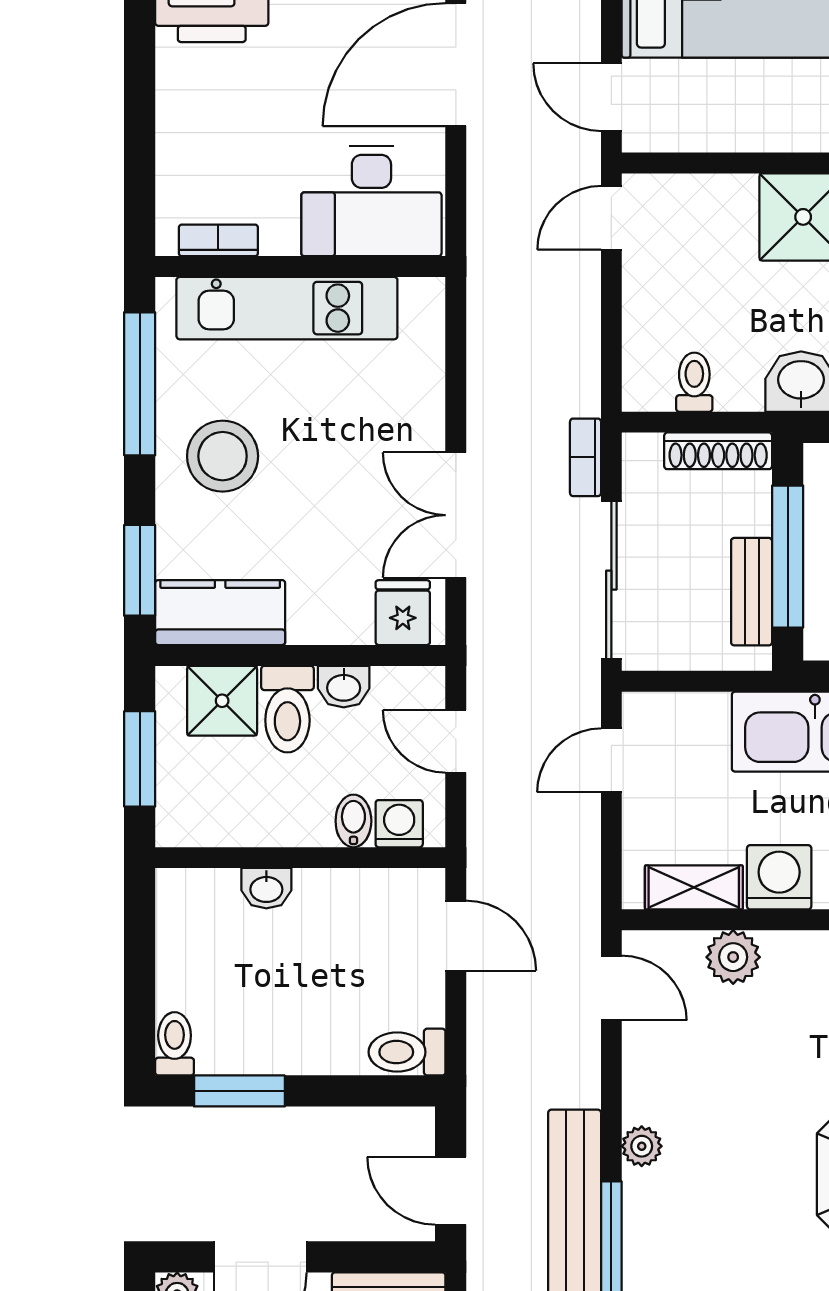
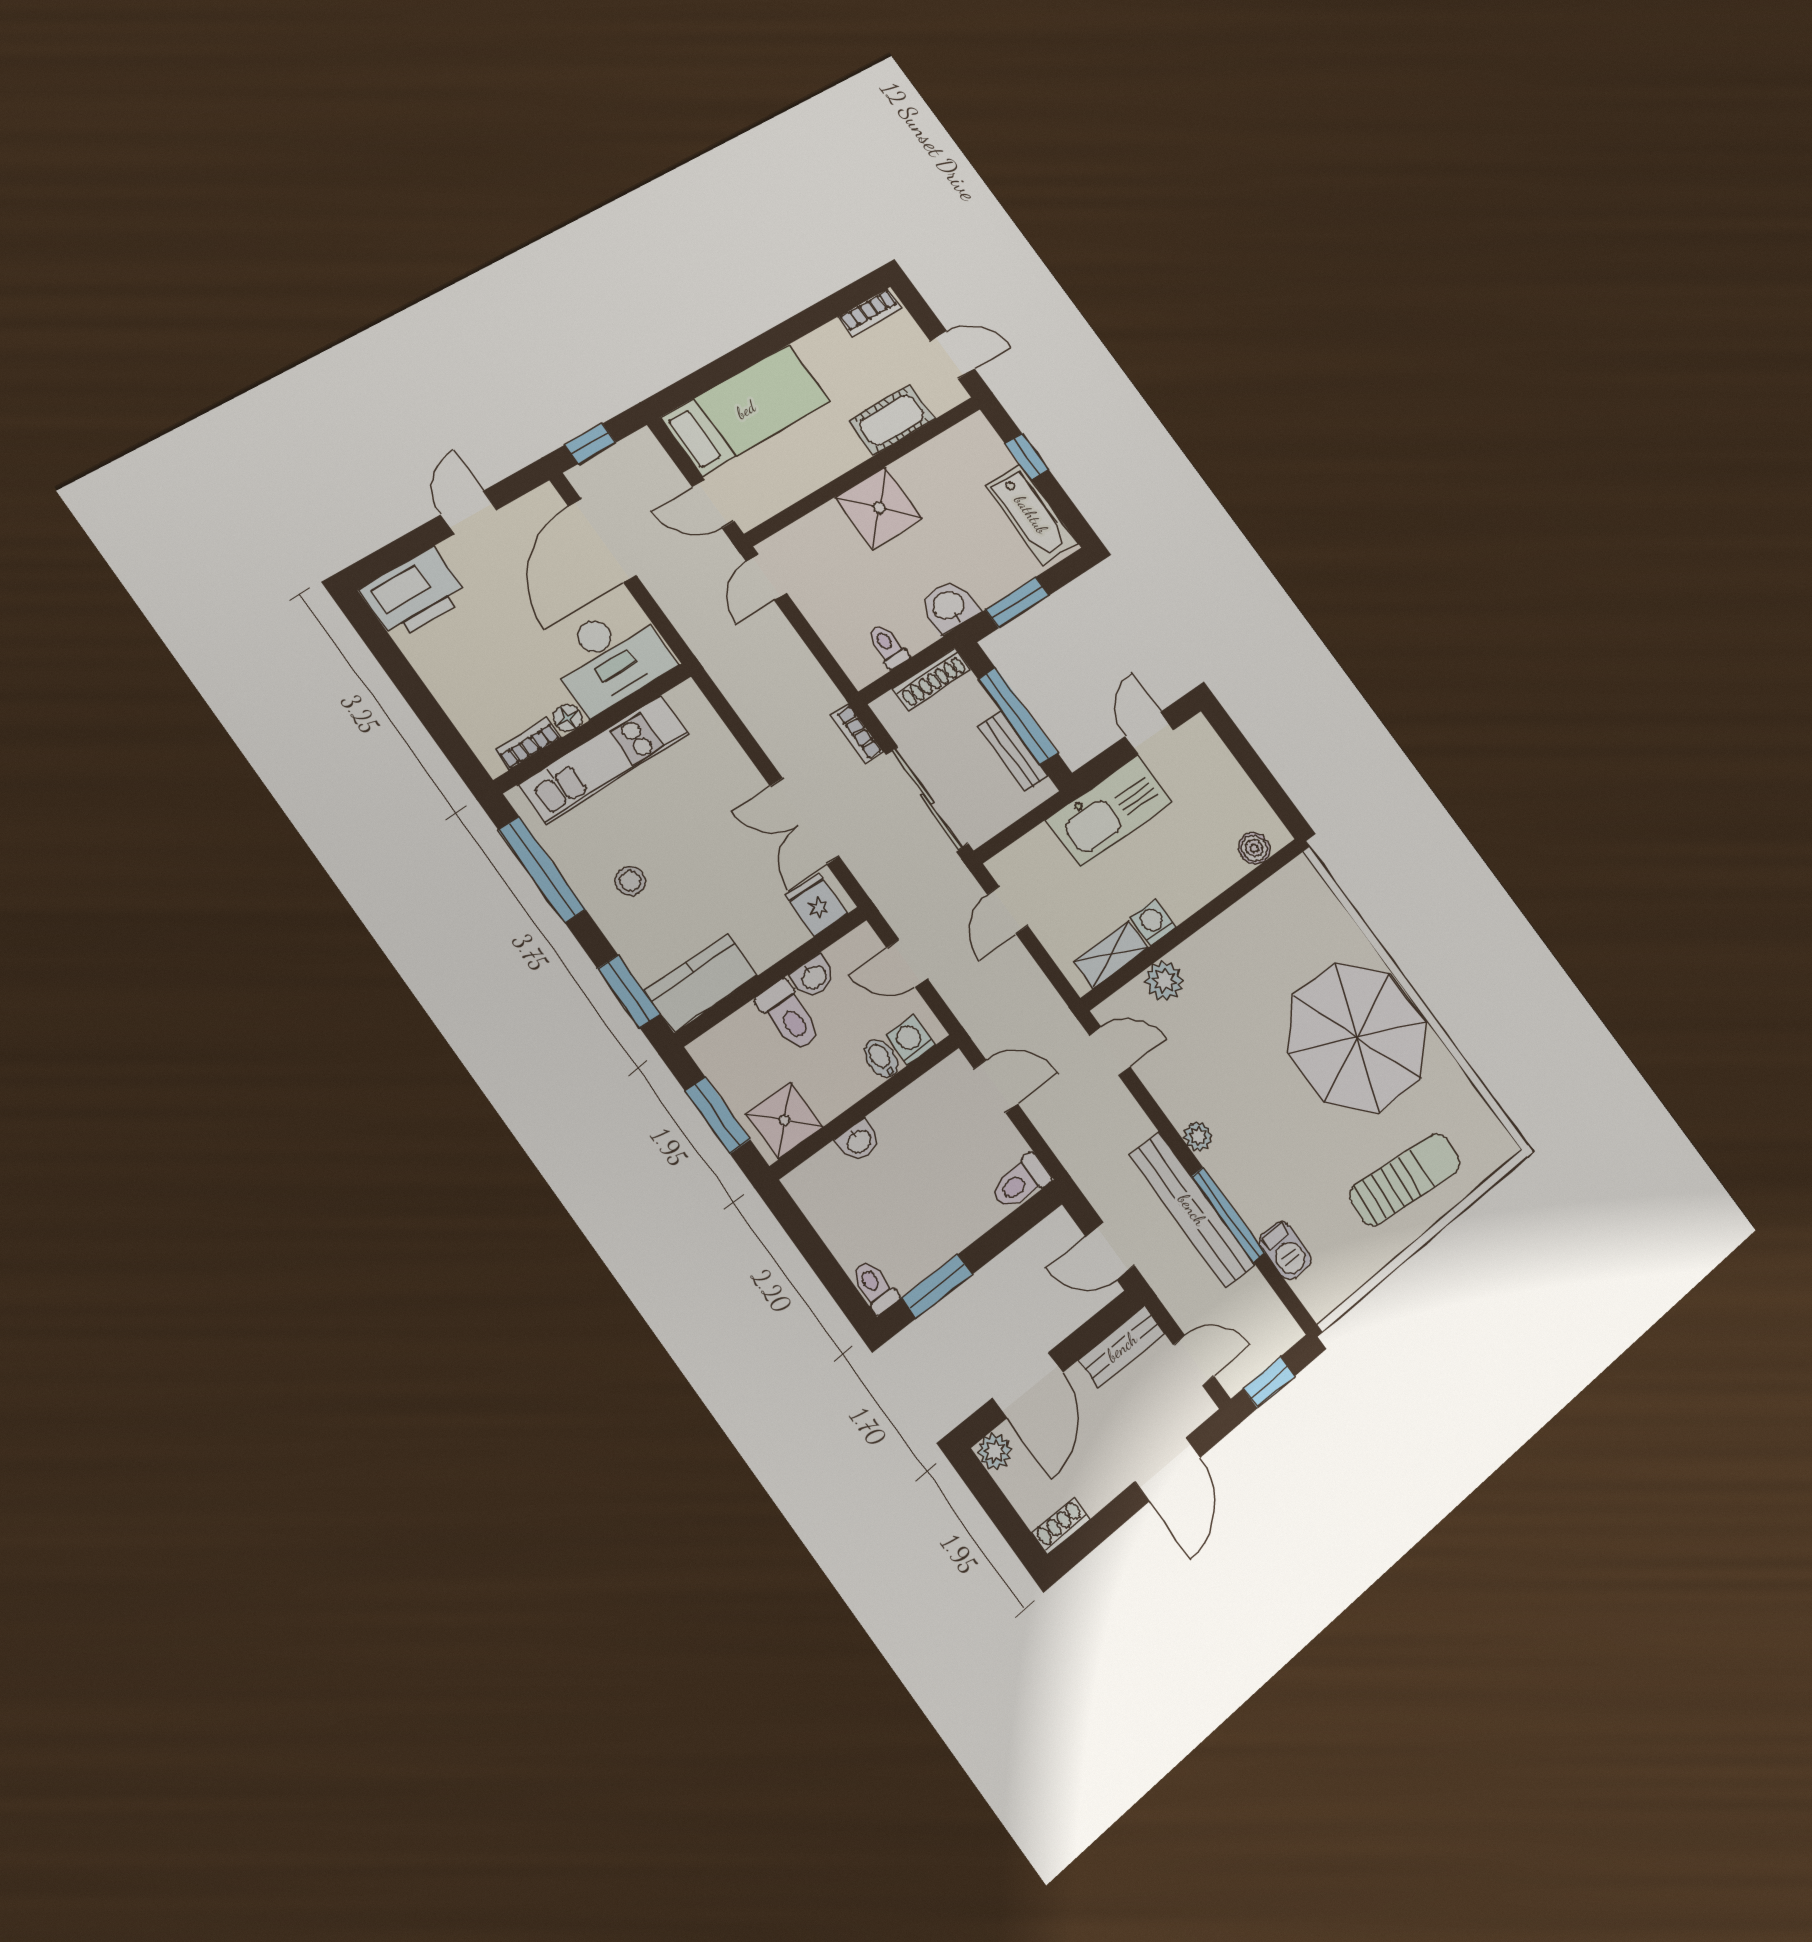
floor lamp: (280, 239) -> (568, 718), added
stool: (223, 456) -> (630, 881), width x0.53, depth x0.53
shower: (222, 701) -> (785, 1120), moved
washing machine: (779, 877) -> (1153, 922), width x0.73, depth x0.73

